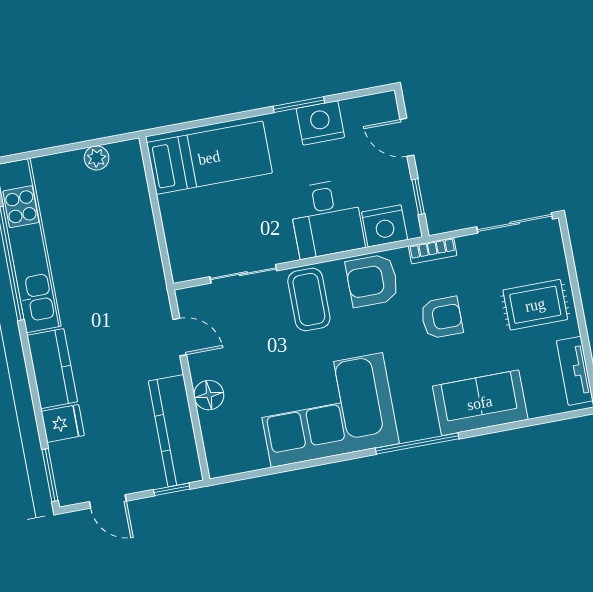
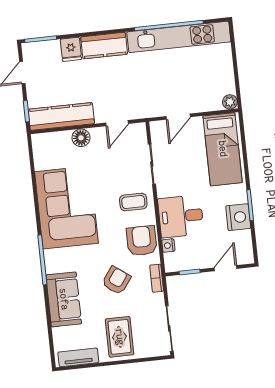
plant: (97, 158) -> (230, 102), moved
nightstand: (385, 226) -> (168, 245), width x0.53, depth x0.56
door: (161, 236) -> (178, 117), added
coffee table: (309, 299) -> (133, 202), width x0.73, depth x0.77
armchair: (442, 318) -> (116, 280), turned -144

